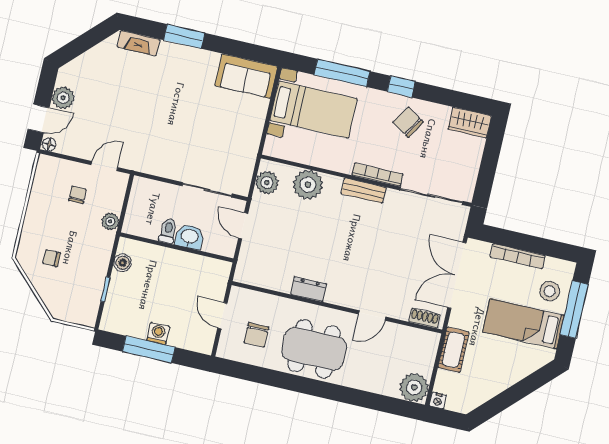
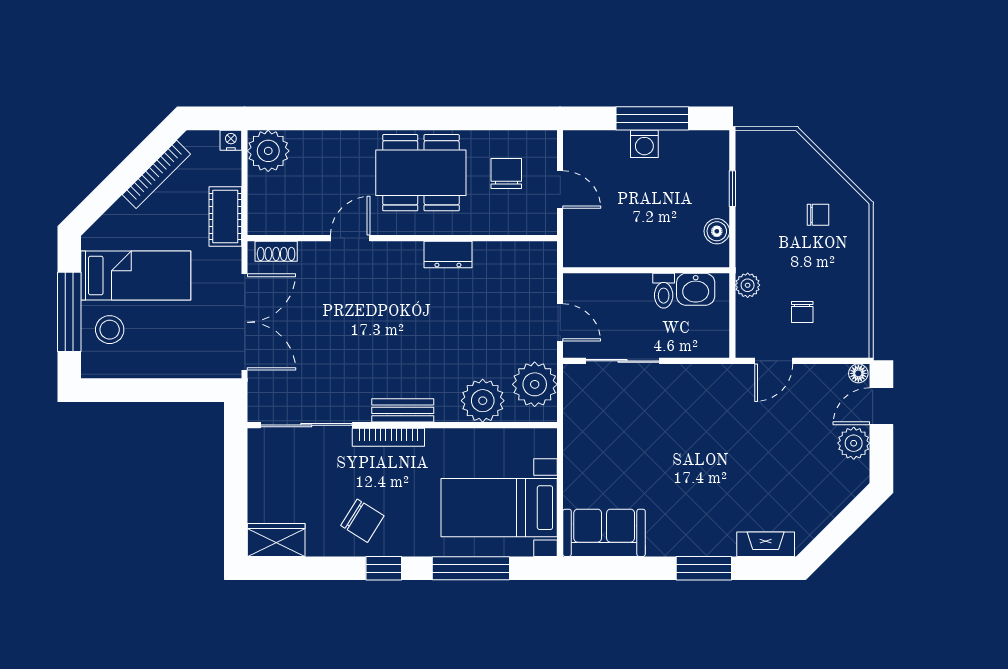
plant: (267, 183) -> (535, 384), width x1.36, depth x1.36
washbasin: (190, 237) -> (696, 289), moved
bookcase: (518, 256) -> (156, 174), moved, turned 135

